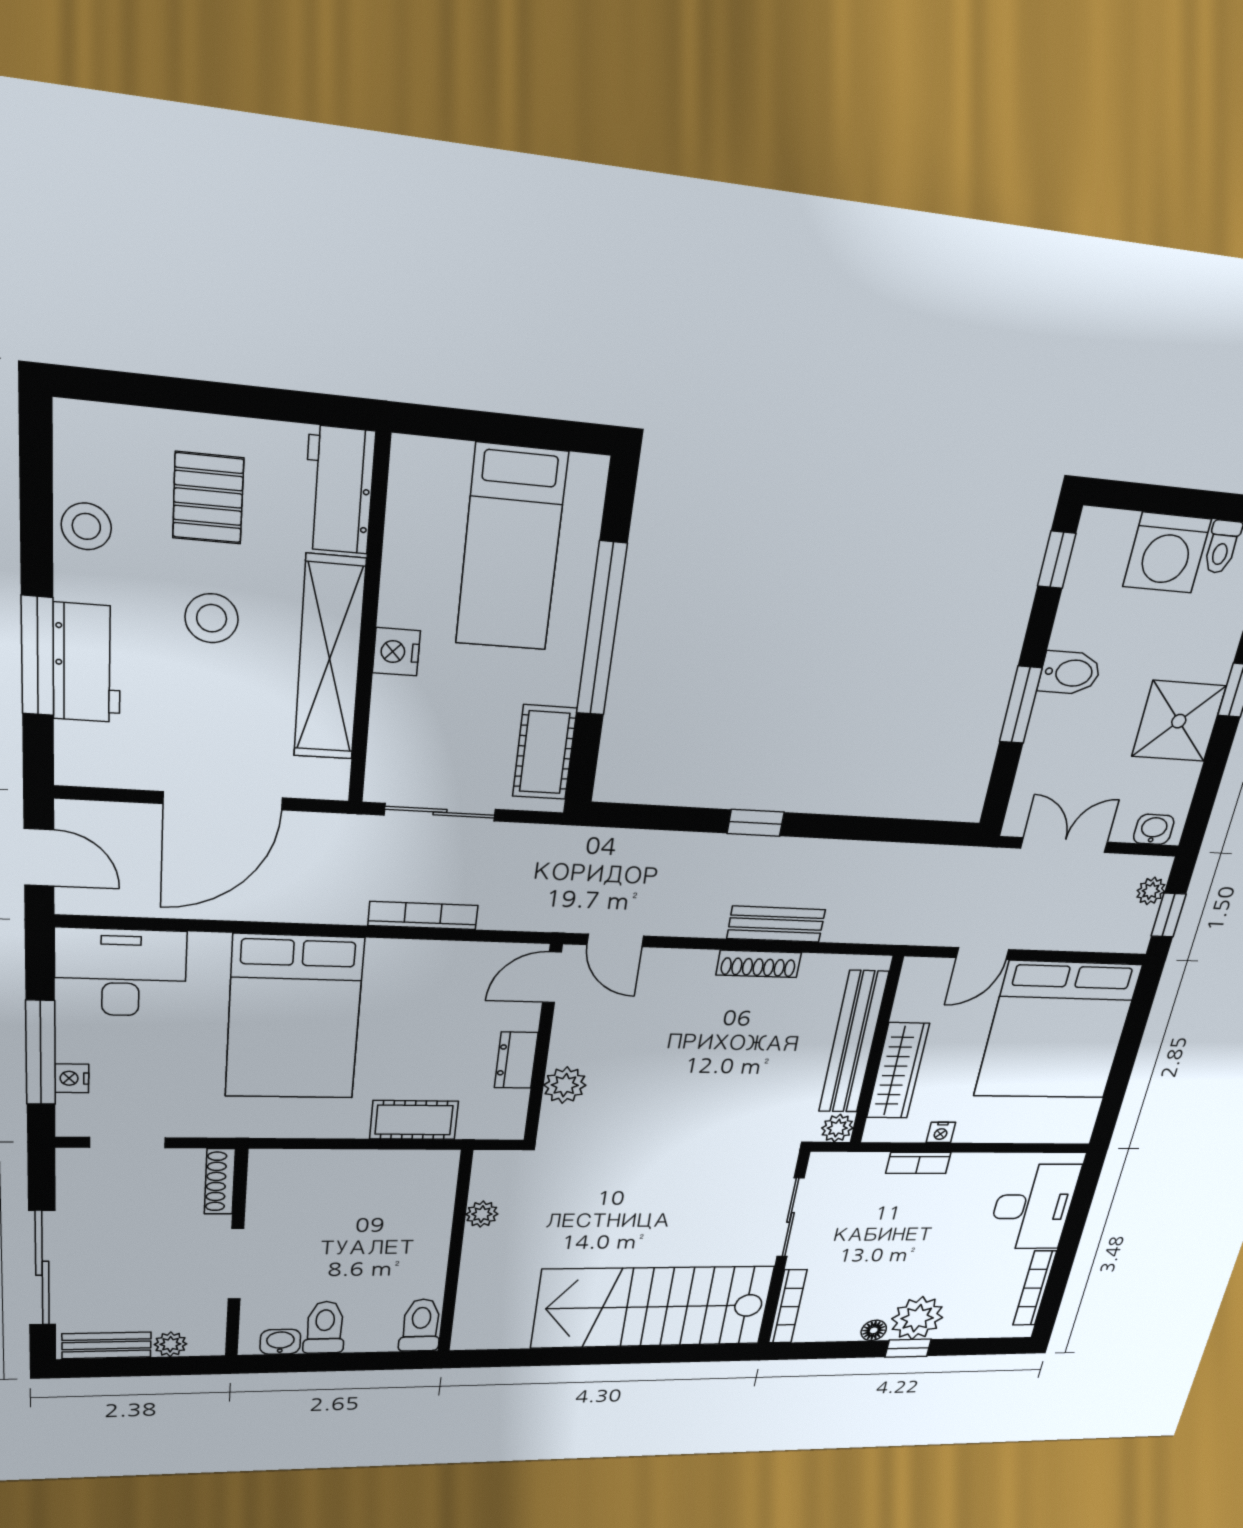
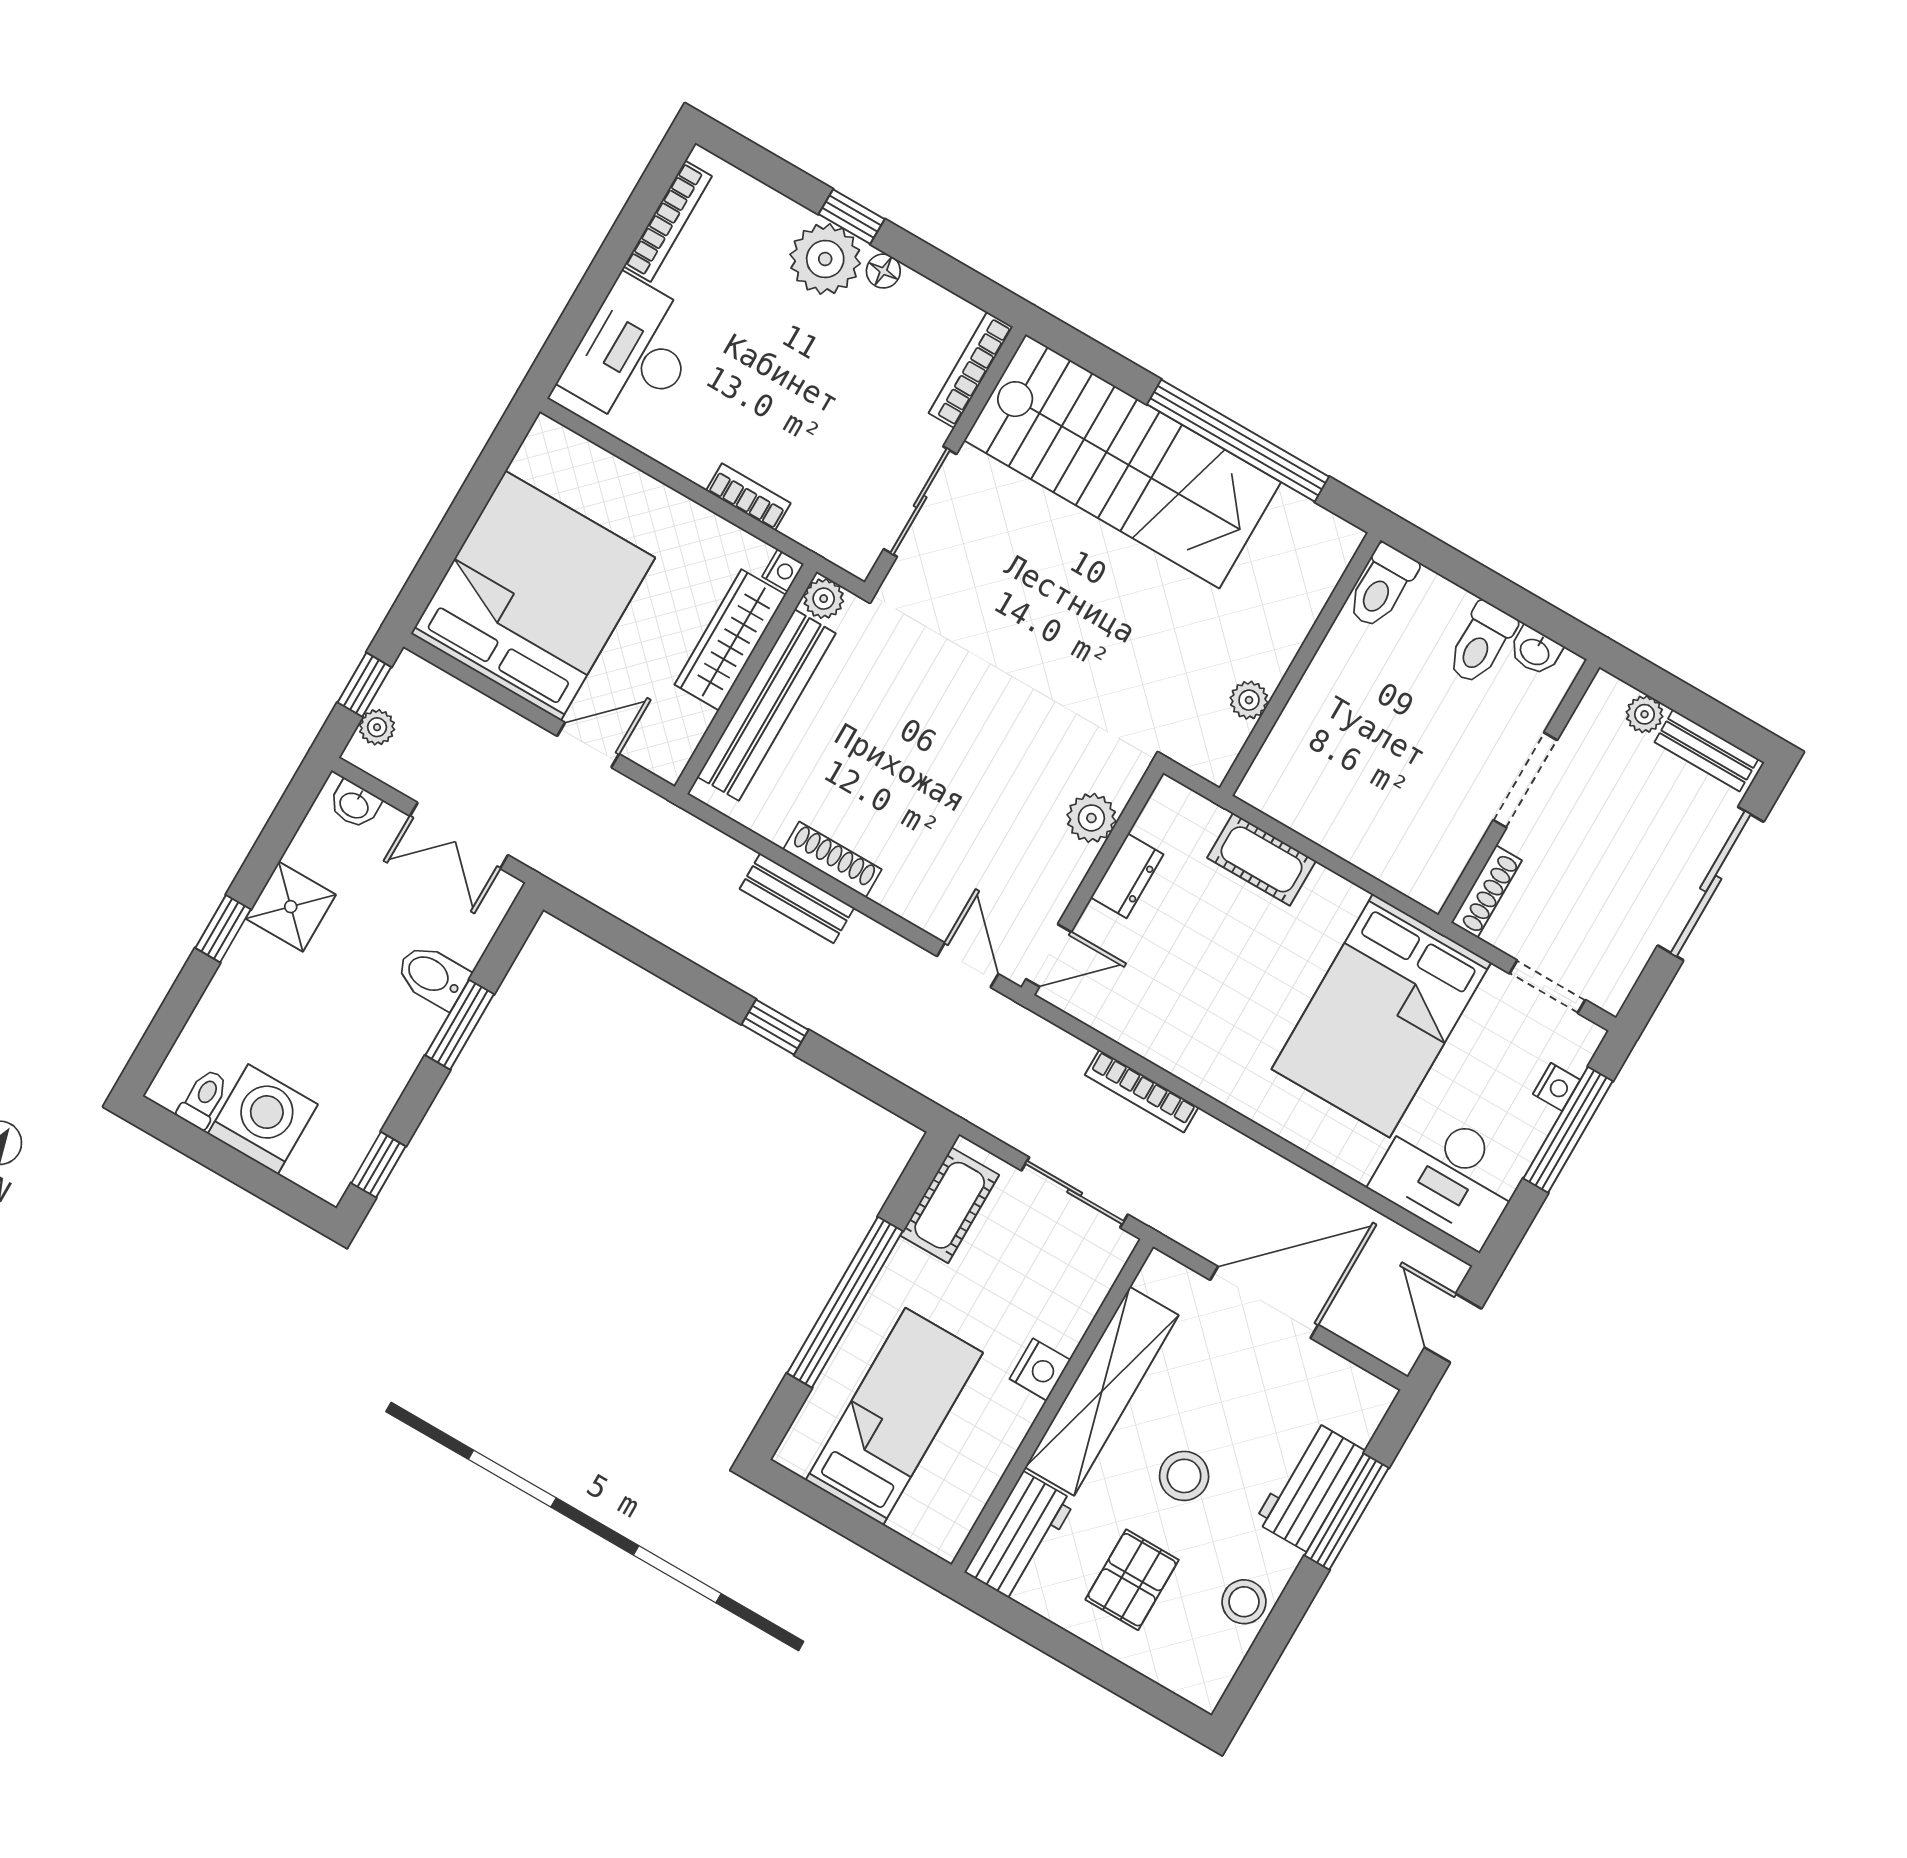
bidet: (1070, 673) -> (433, 976), moved
shower: (1179, 721) -> (291, 907), width x0.73, depth x0.73
bed: (294, 1018) -> (1381, 1016), moved, turned 180
nightstand: (941, 1132) -> (783, 570), moved, turned 90
window: (575, 1356) -> (1238, 441), added

